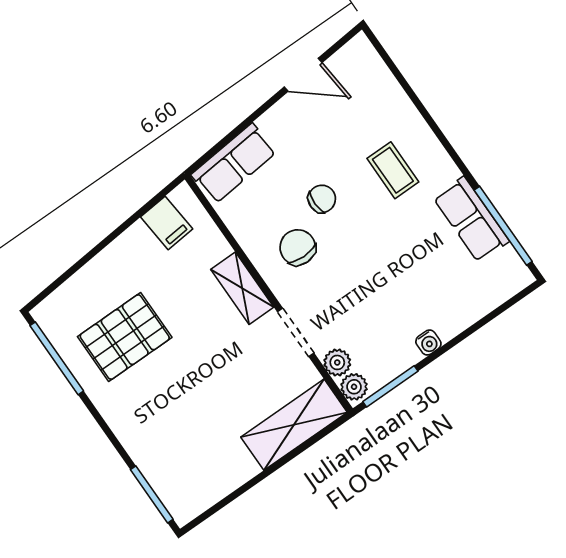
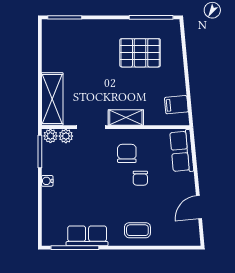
coffee table: (393, 170) -> (137, 230), moved
chair: (298, 247) -> (127, 153), turned -90
pallet: (125, 337) -> (140, 53), turned 90

